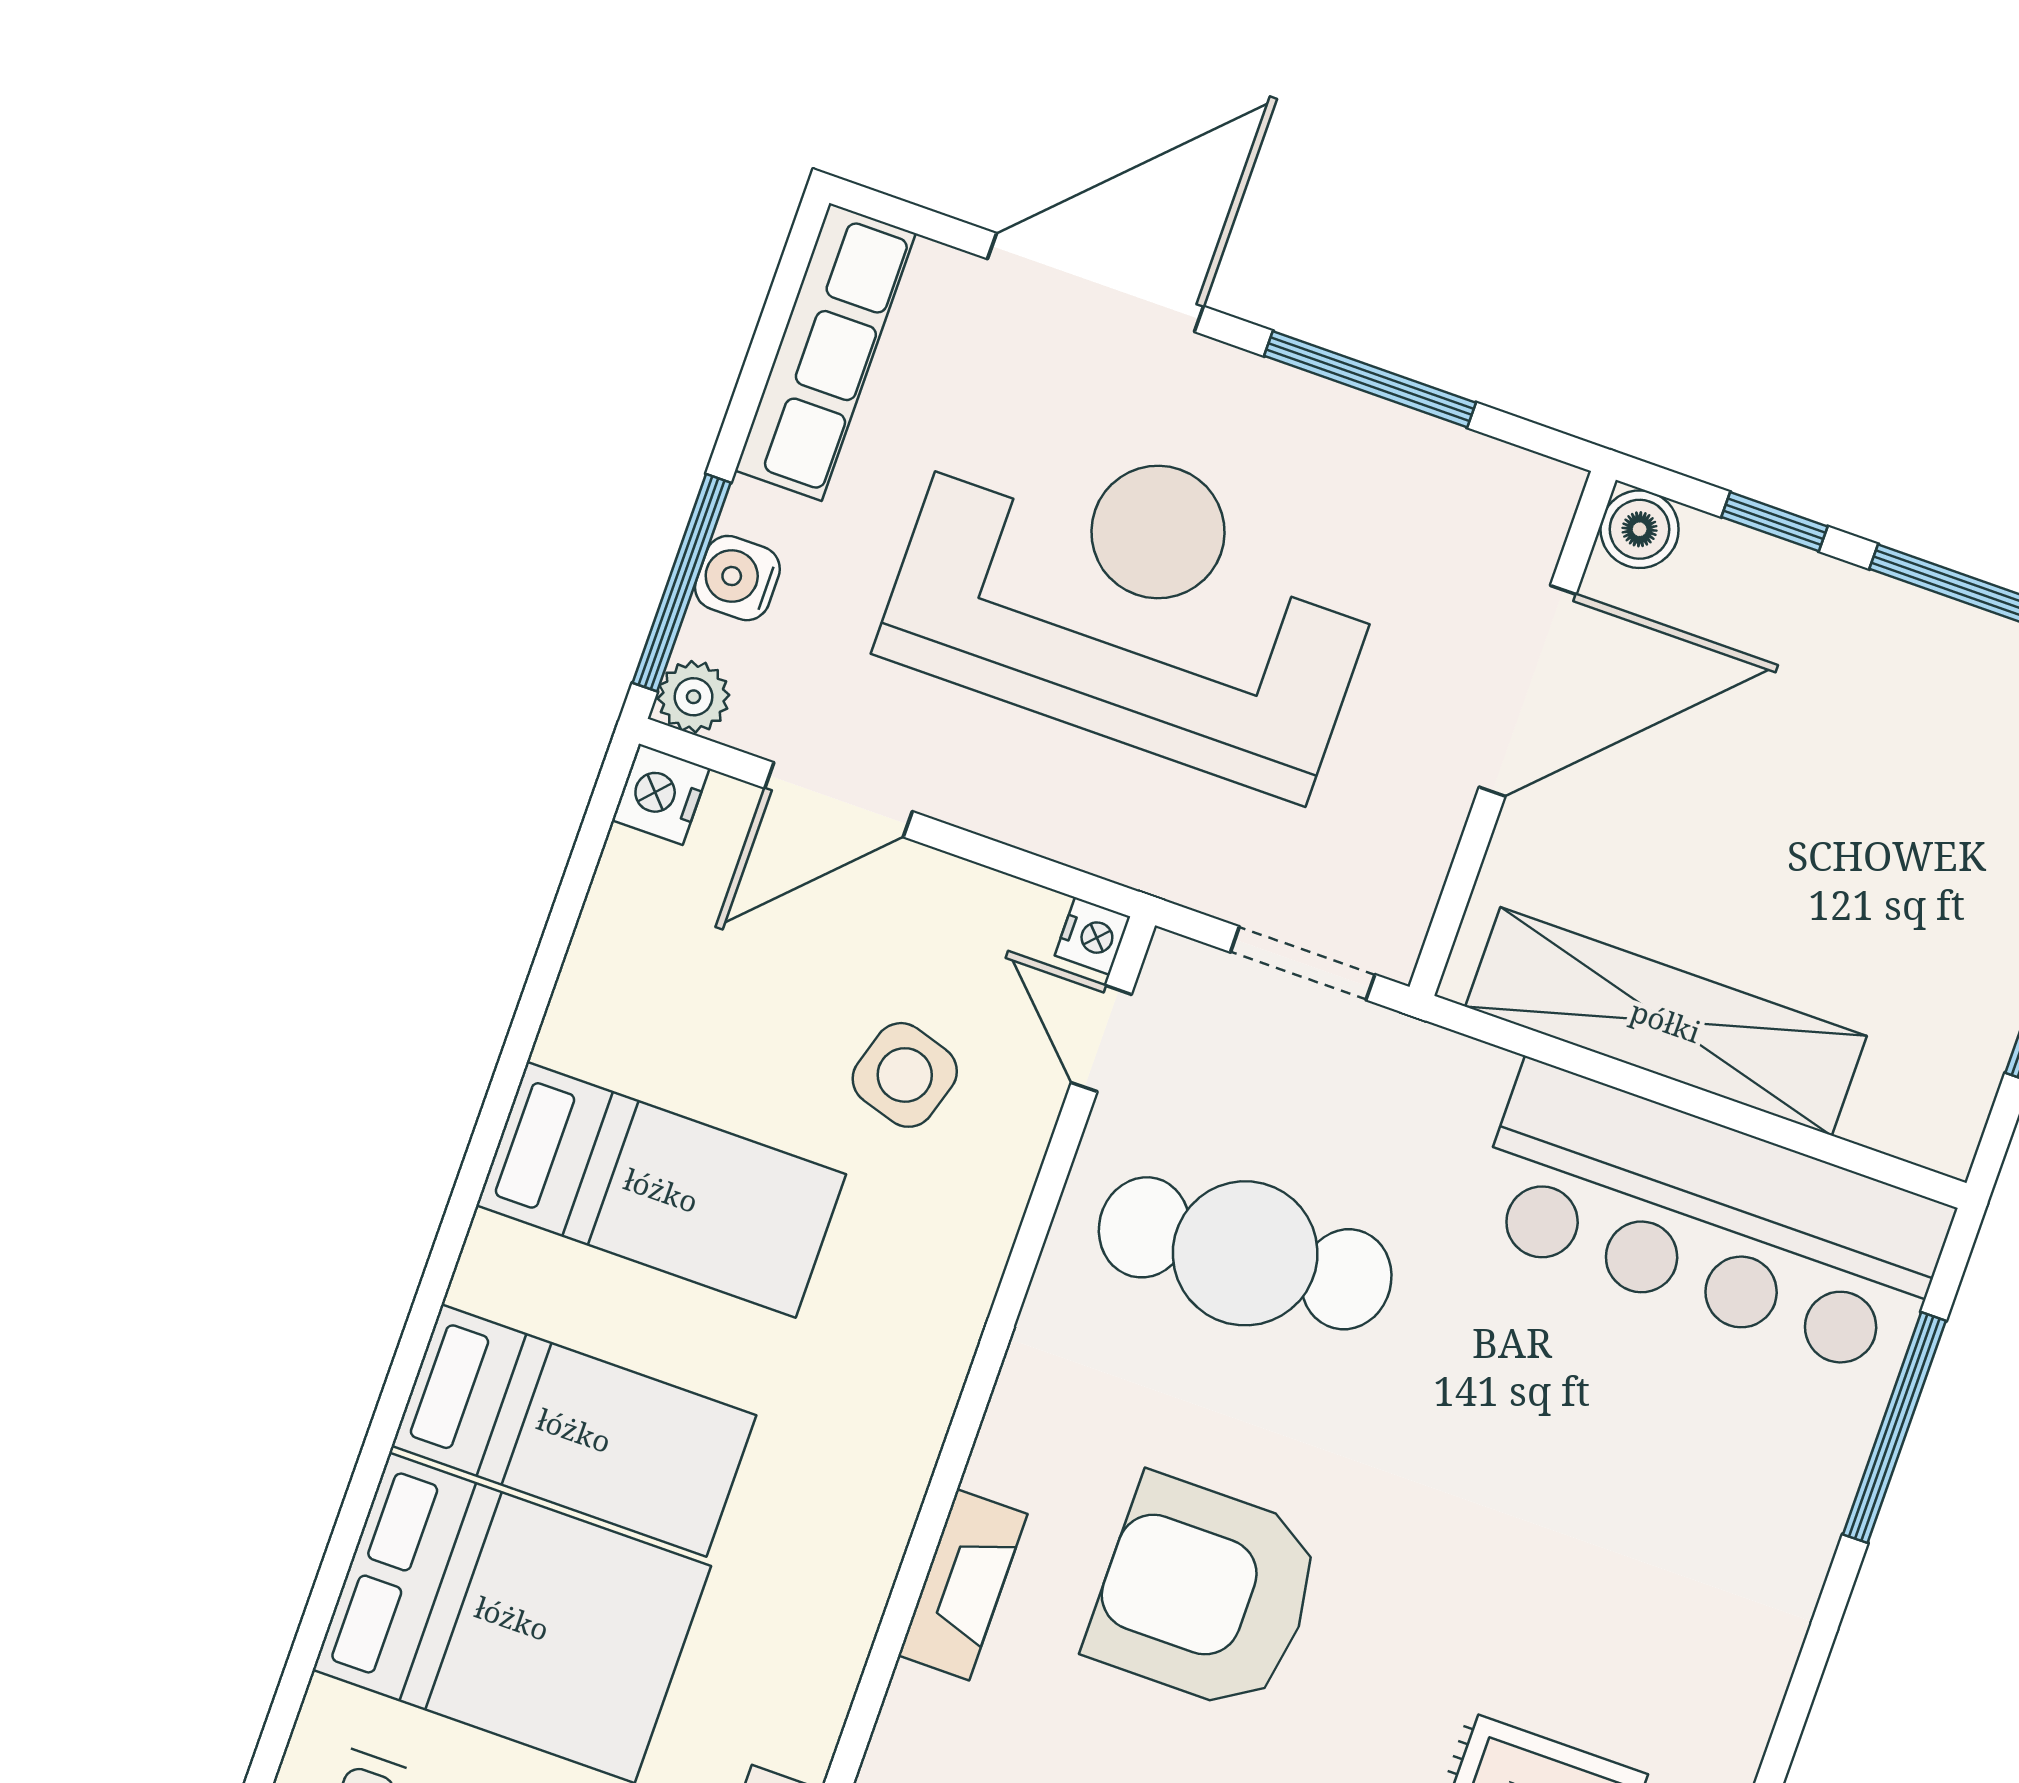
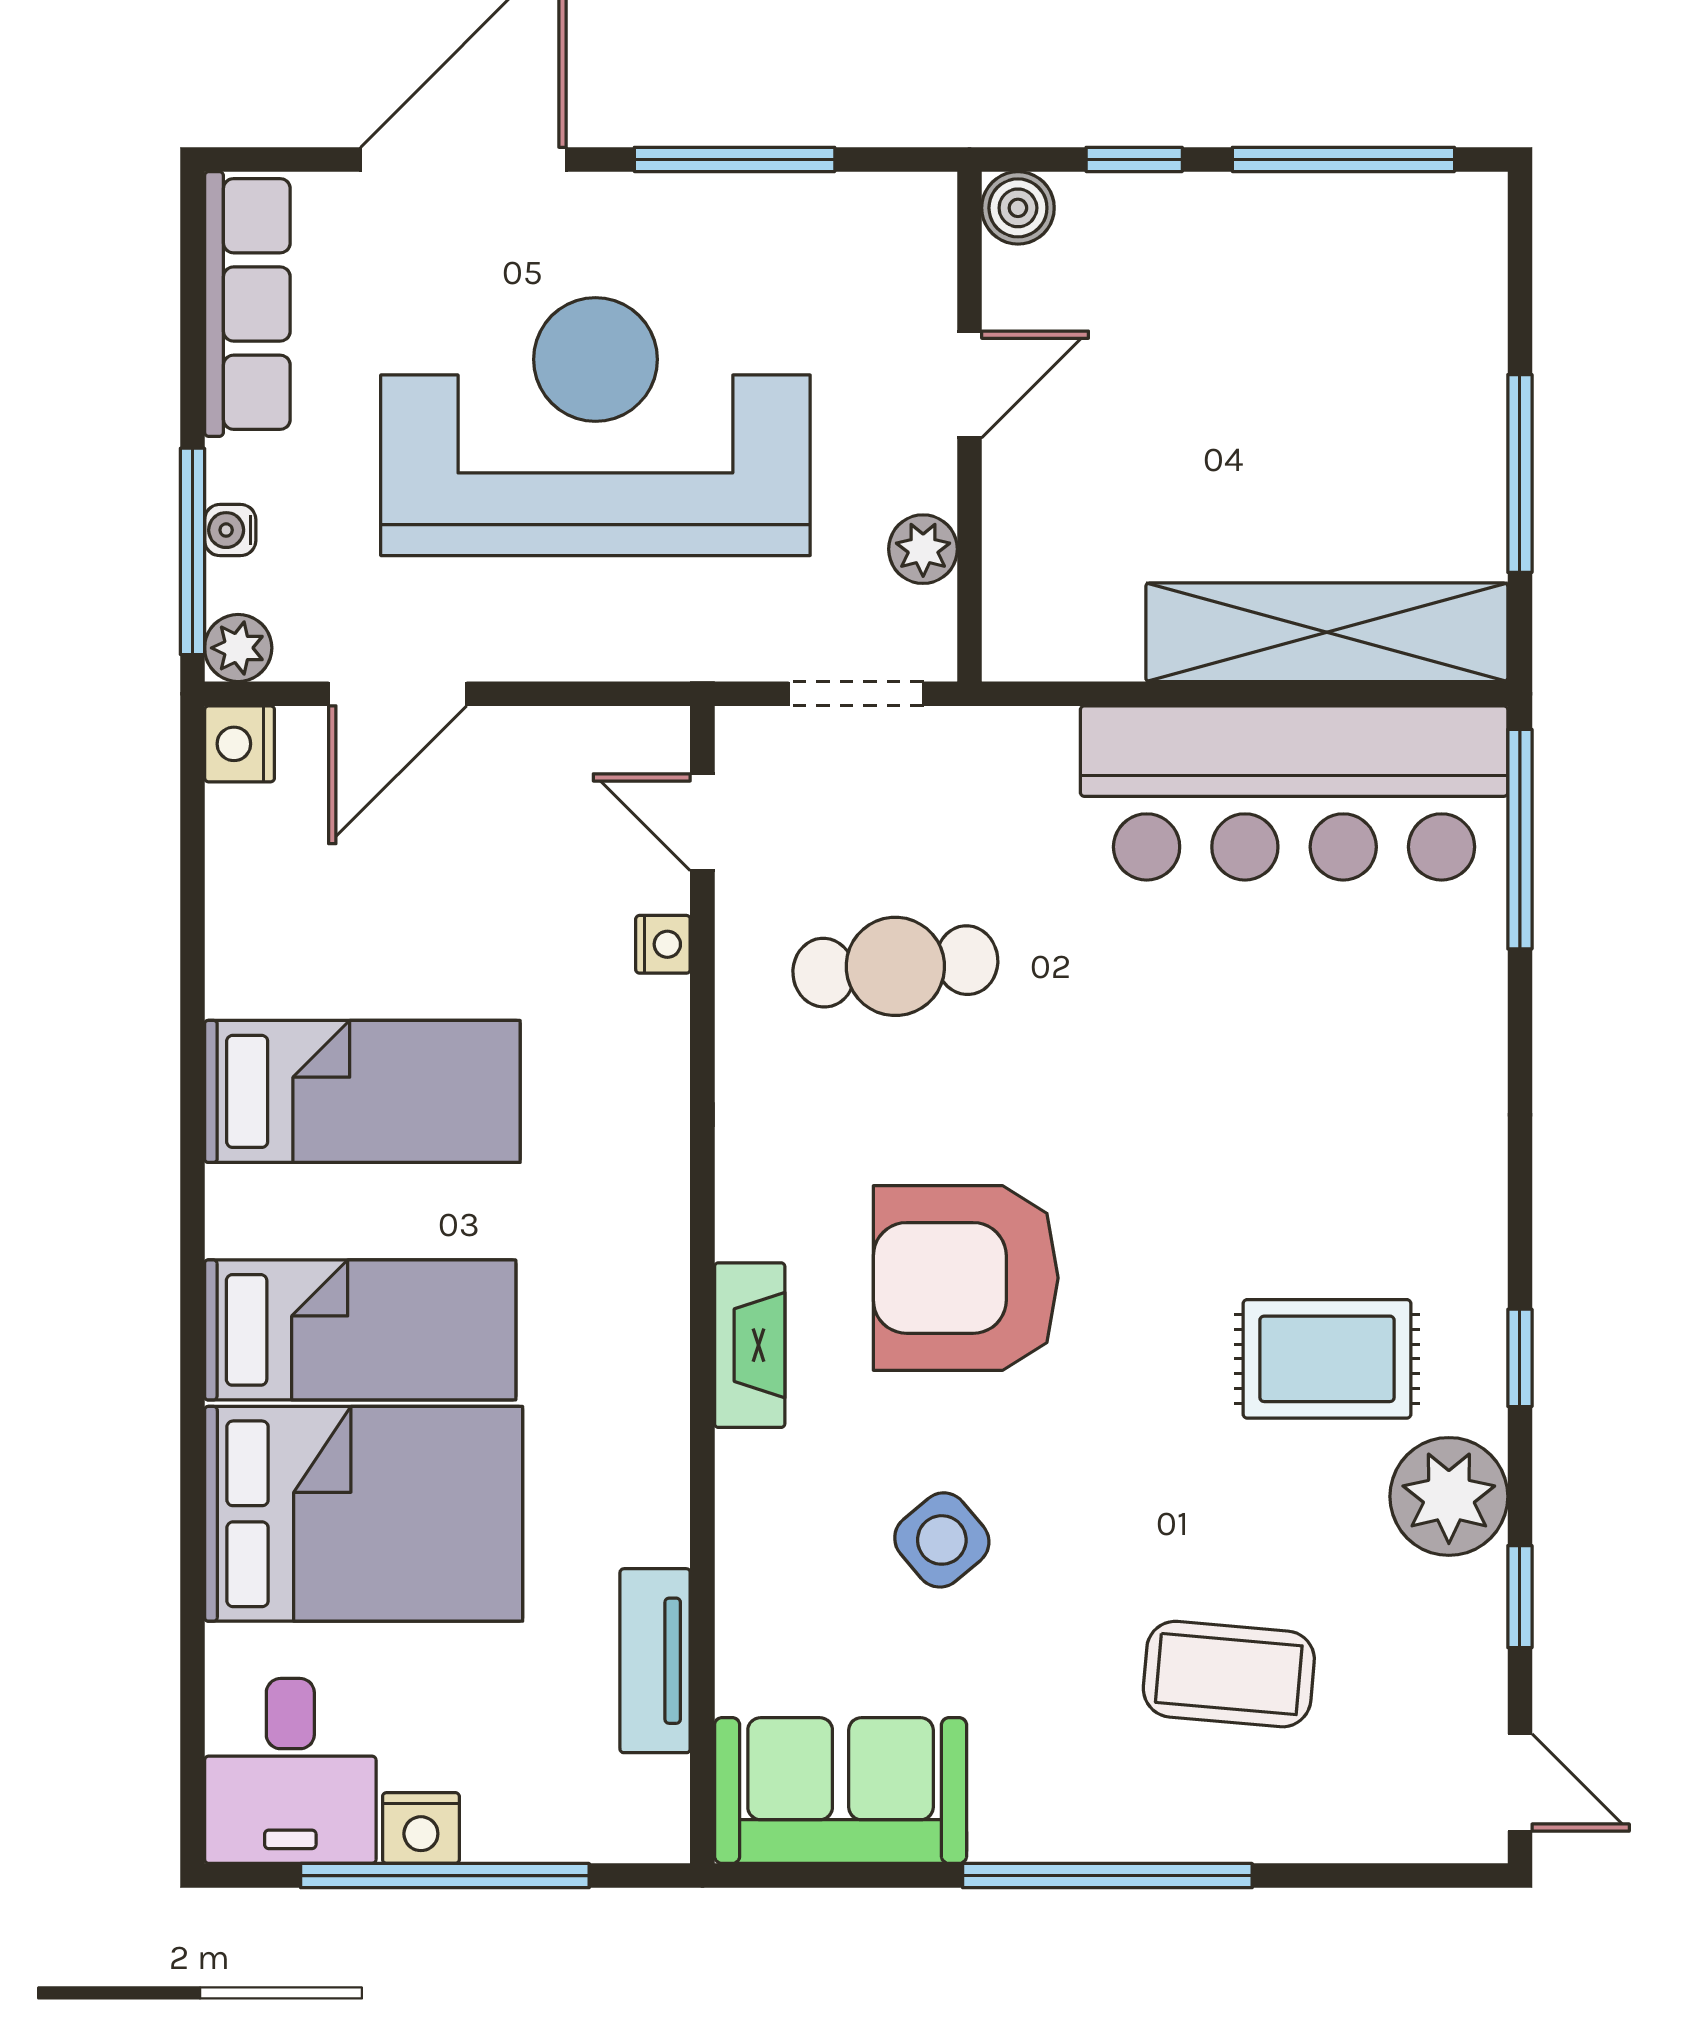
water cooler: (737, 578) -> (230, 530), width x0.72, depth x0.72
door: (1528, 691) -> (970, 384), width x0.53
plant: (1422, 841) -> (923, 549), added
nightstand: (1092, 936) -> (663, 944), moved
shelving: (1666, 1021) -> (1327, 632), moved
side table: (905, 1075) -> (541, 915), removed
cafe table: (1245, 1253) -> (895, 966), width x0.73, depth x0.74
window: (1894, 1428) -> (1520, 839), moved

